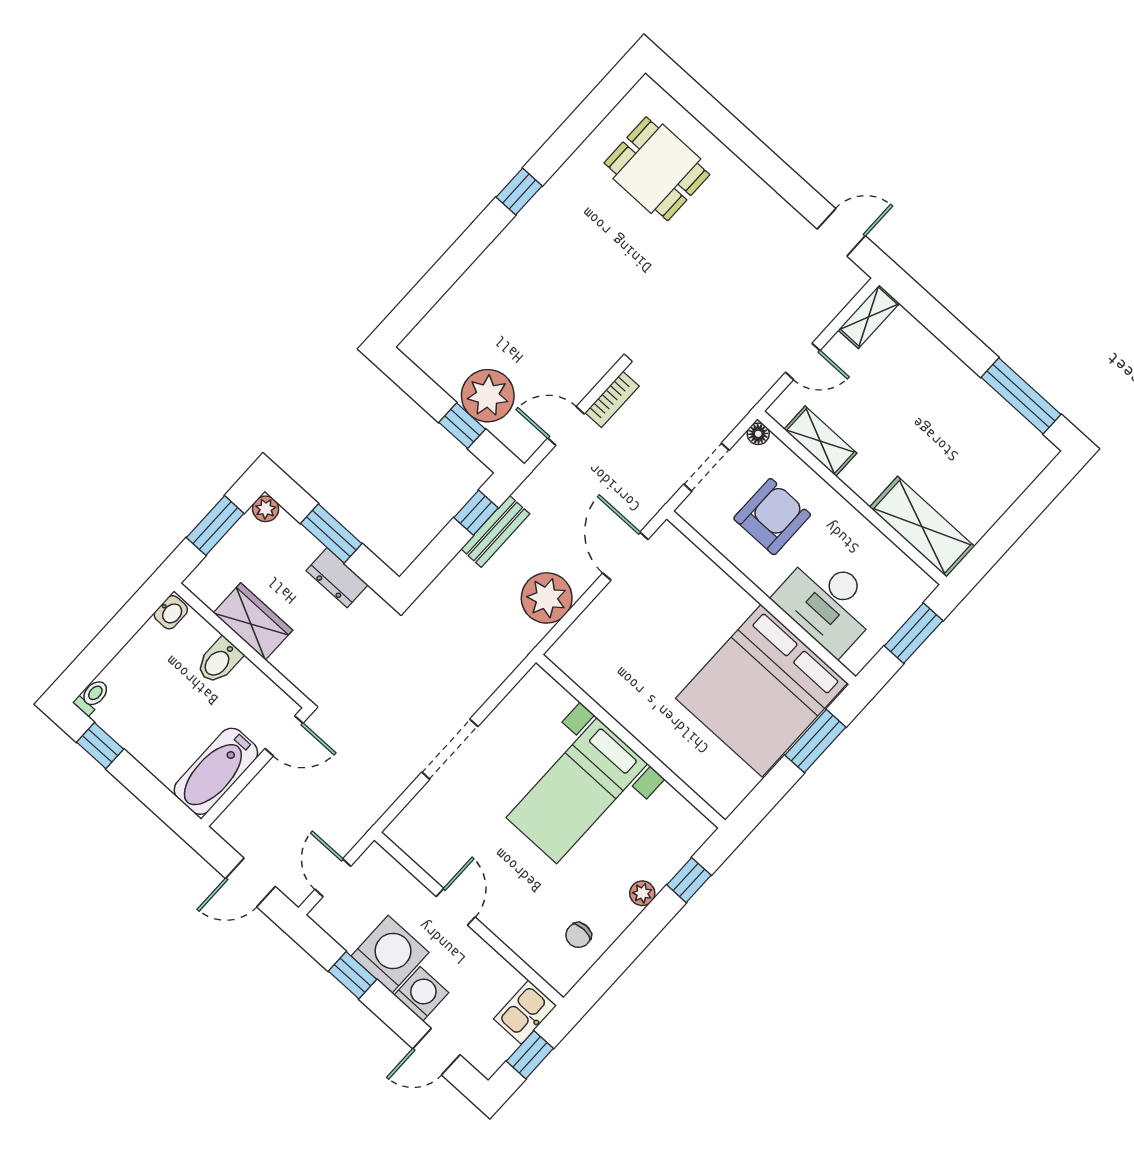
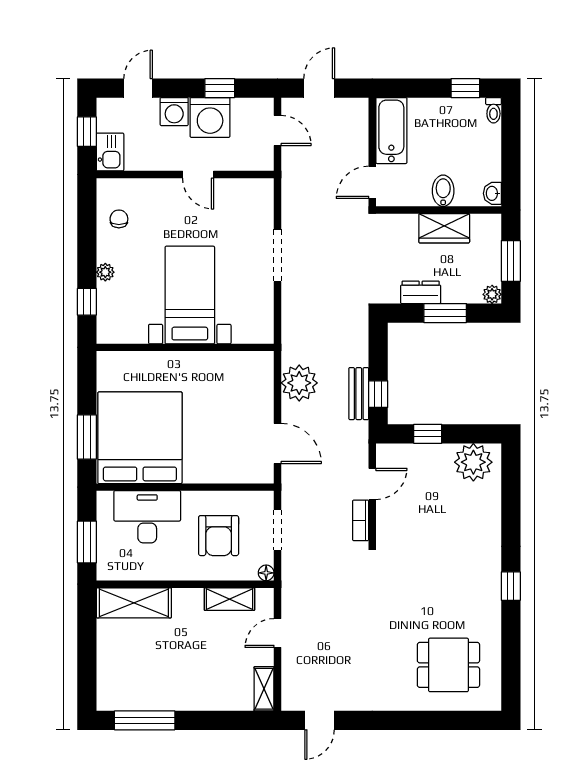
plant: (488, 396) -> (473, 462), moved

